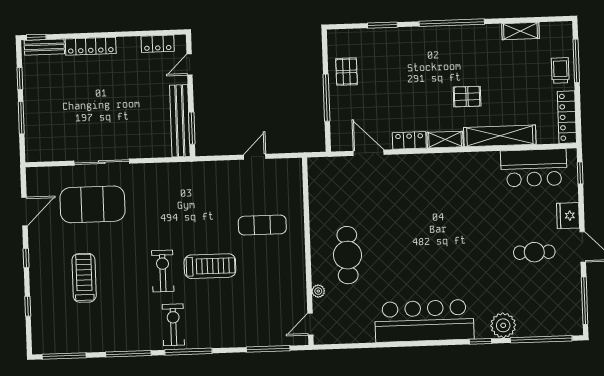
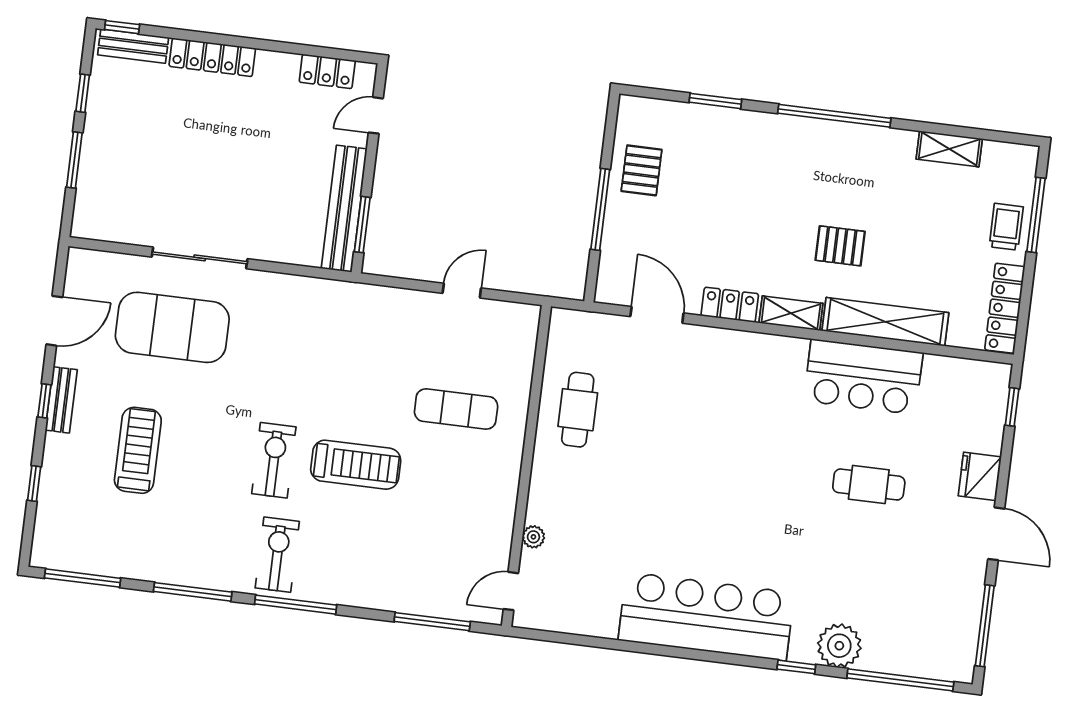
bar counter: (534, 168) -> (863, 377), moved
cafe table: (534, 252) -> (869, 484), moved
cafe table: (347, 255) -> (578, 410), moved, width x0.73, depth x0.74
bench: (36, 256) -> (61, 400), added

